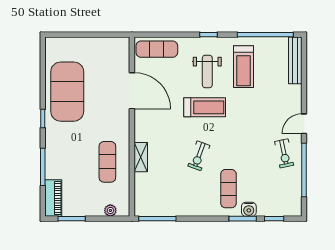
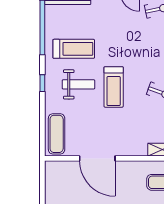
door: (132, 91) -> (97, 158), swing flipped
treadmill: (205, 107) -> (114, 87), turned 180

